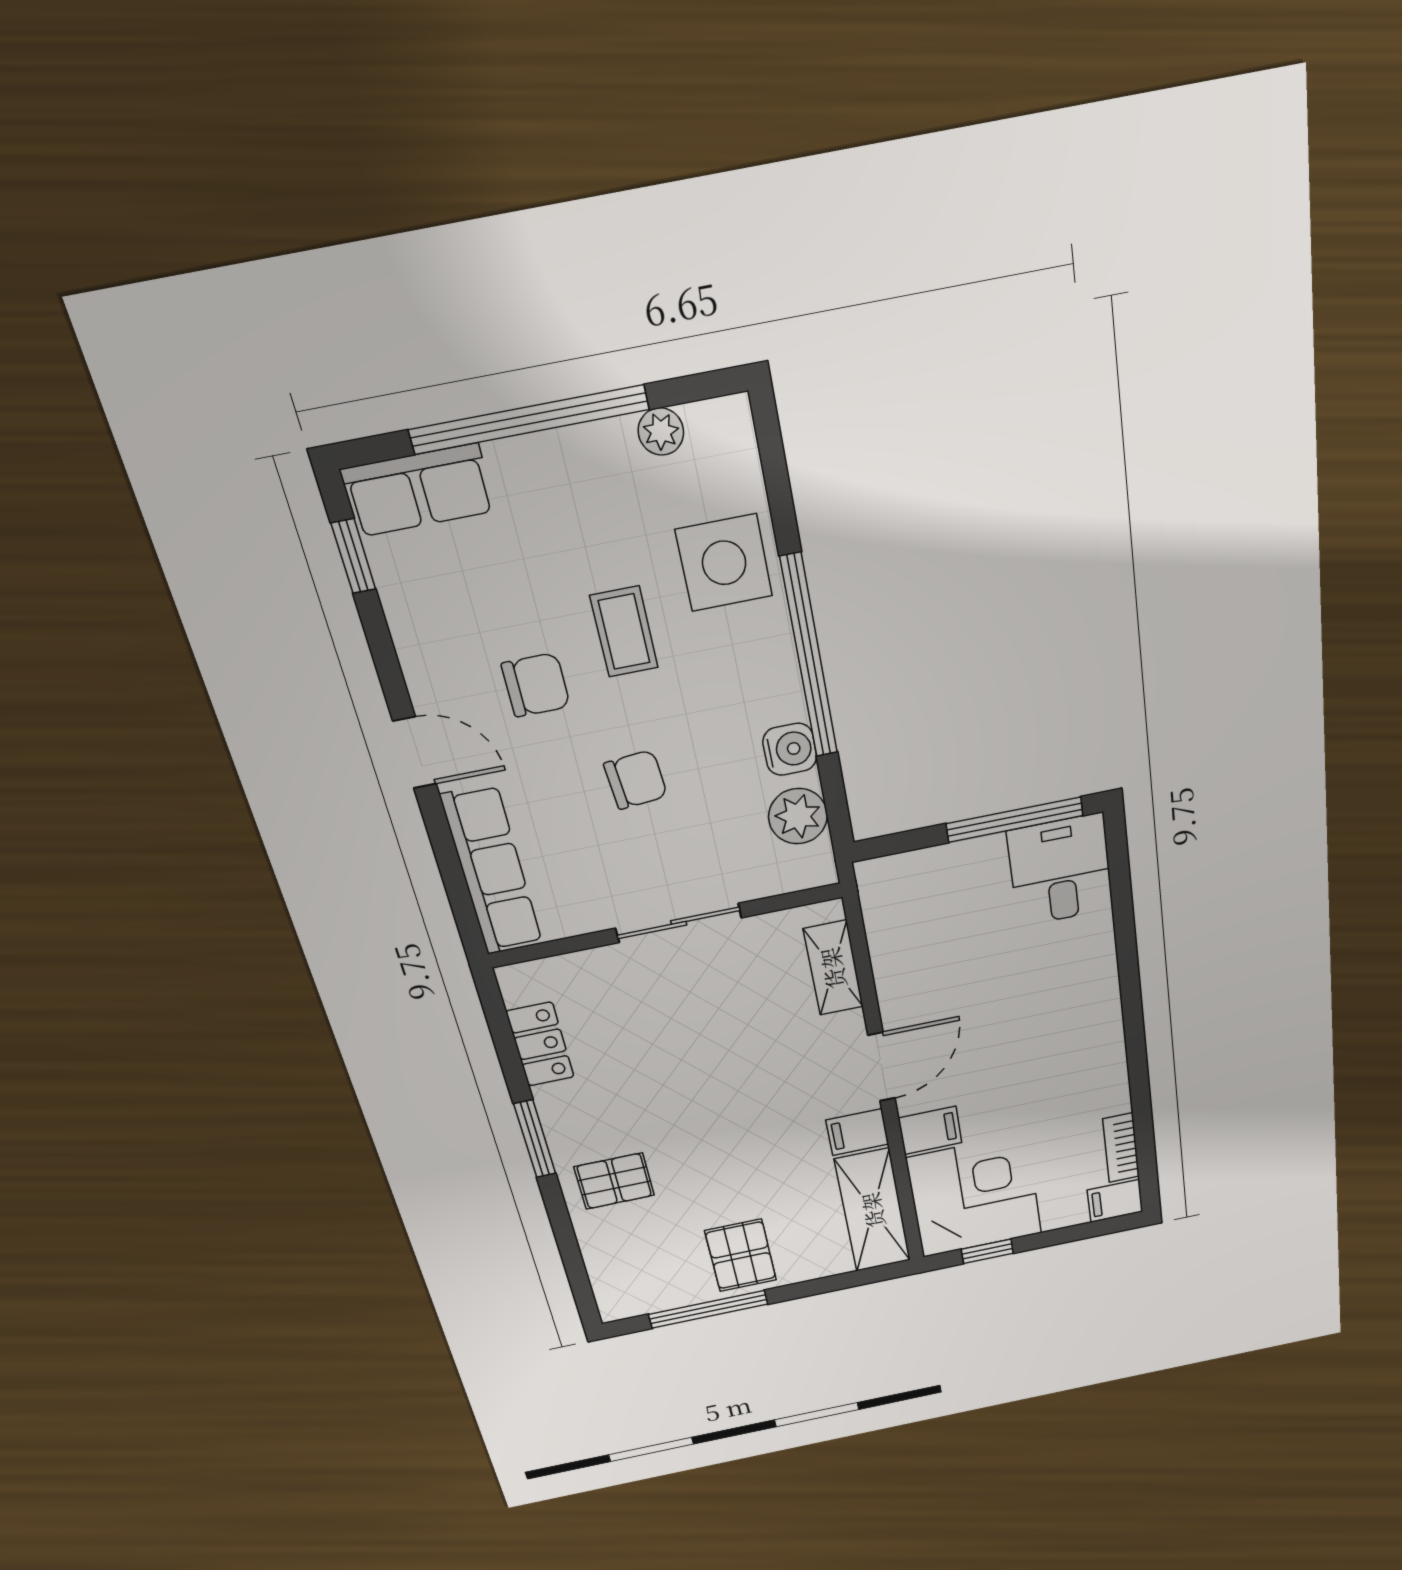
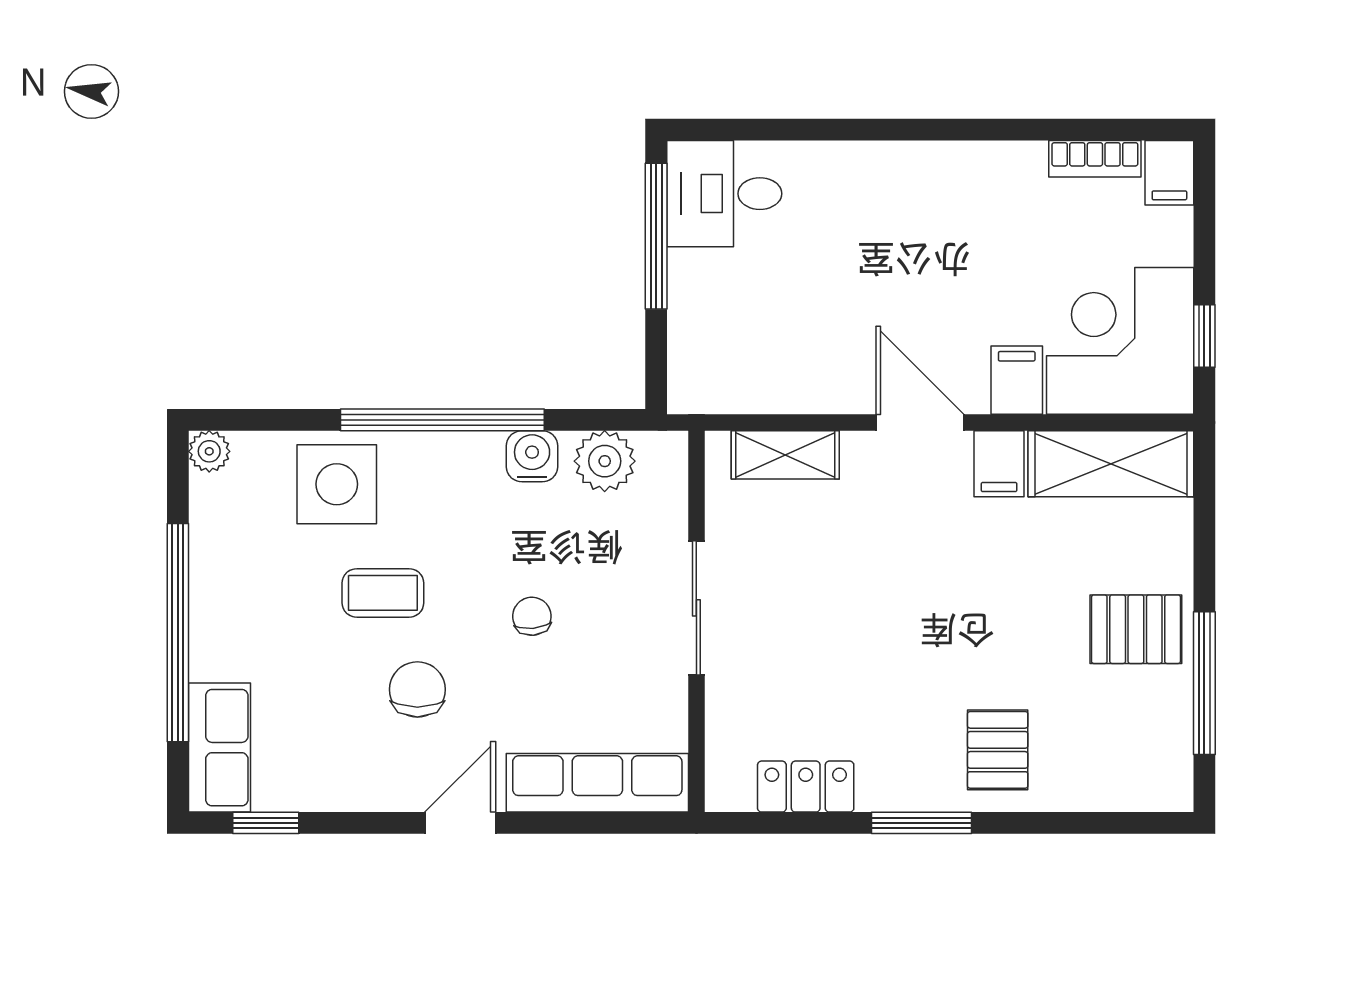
plant: (661, 432) -> (209, 451), moved
chair: (636, 780) -> (532, 616), width x0.73, depth x0.73

